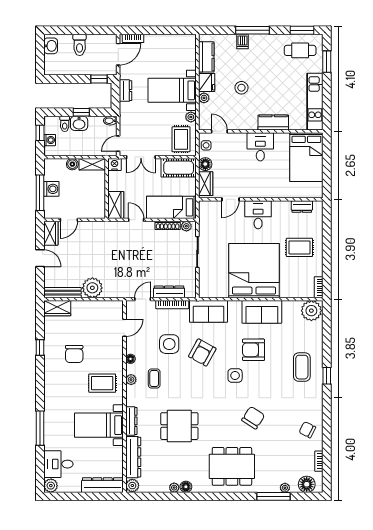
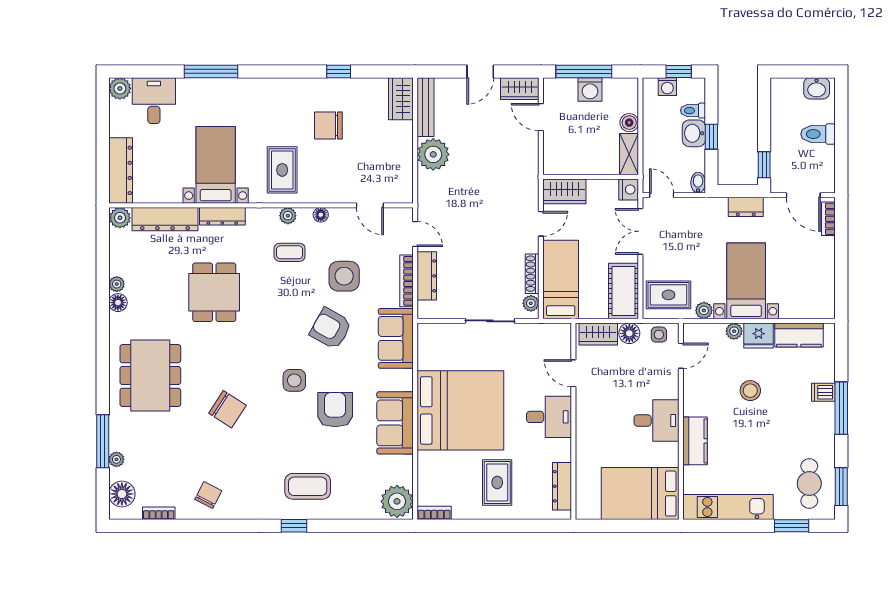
dresser: (302, 206) -> (562, 486), width x1.44

